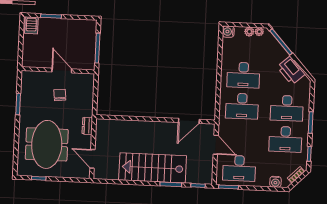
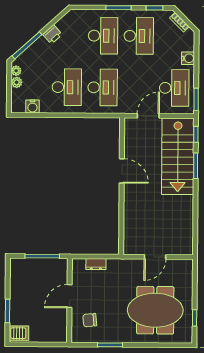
water cooler: (228, 32) -> (32, 106), moved
printer: (291, 70) -> (52, 34), width x0.53, depth x0.68
chair: (60, 95) -> (90, 320), moved
door: (189, 121) -> (122, 171), moved
dresser: (87, 126) -> (96, 264), moved
door: (92, 159) -> (155, 257), moved
stairs: (153, 168) -> (178, 156), moved
water cooler: (275, 182) -> (188, 58), moved

